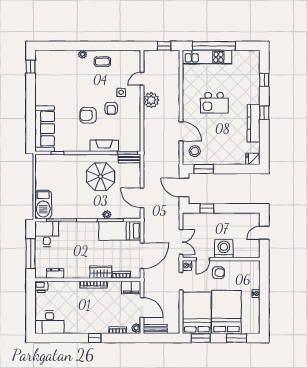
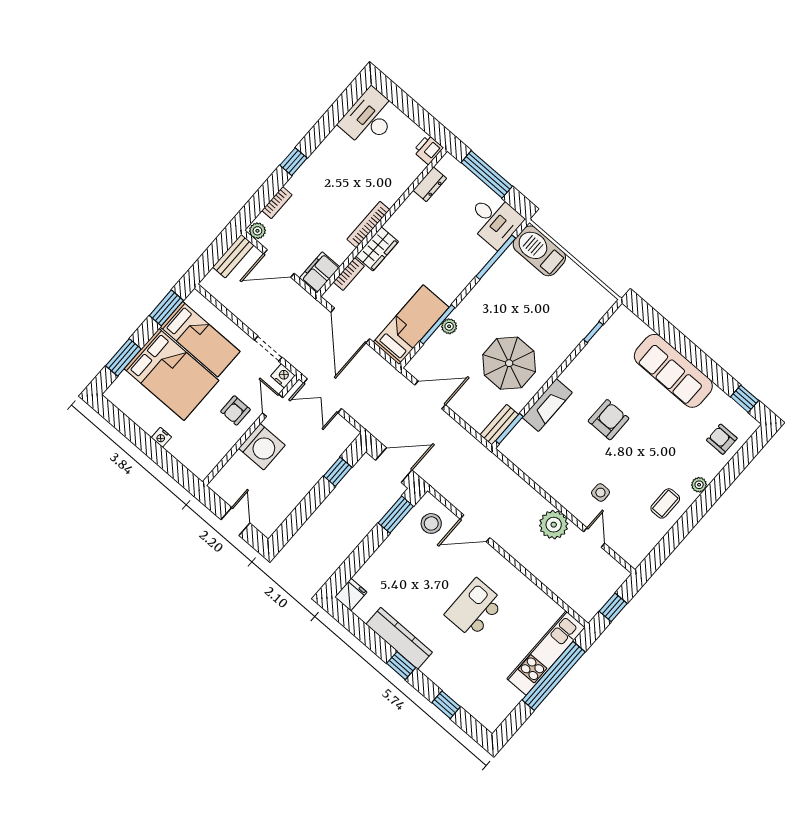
armchair: (111, 108) -> (722, 439), moved
sofa: (45, 129) -> (673, 371), moved
bed: (197, 313) -> (200, 339), width x0.67

